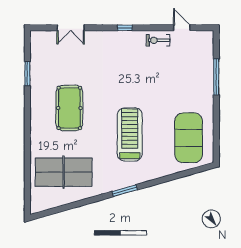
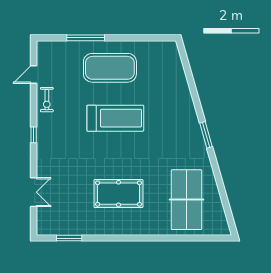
window: (27, 74) -> (69, 238), moved
treadmill: (130, 134) -> (115, 118), moved, turned 180
exercise mat: (189, 138) -> (110, 68), moved

